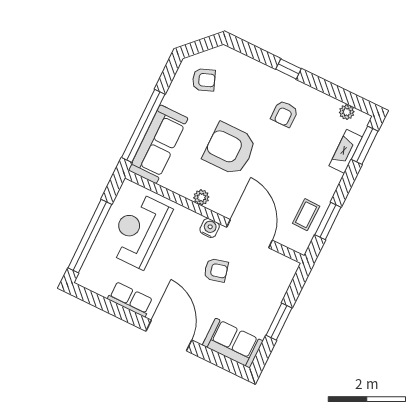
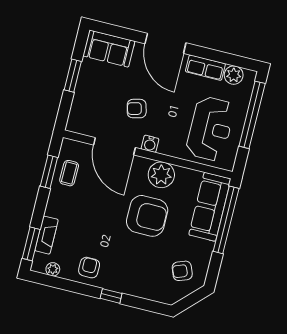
armchair: (284, 114) -> (89, 268), moved
plant: (201, 197) -> (161, 175), width x1.88, depth x1.88
plant: (101, 284) -> (234, 75), added

